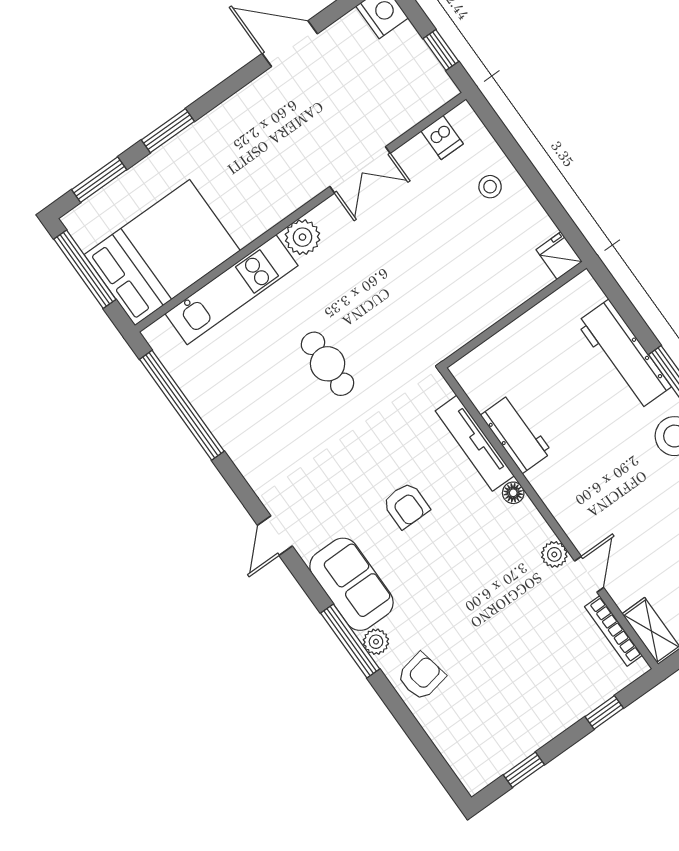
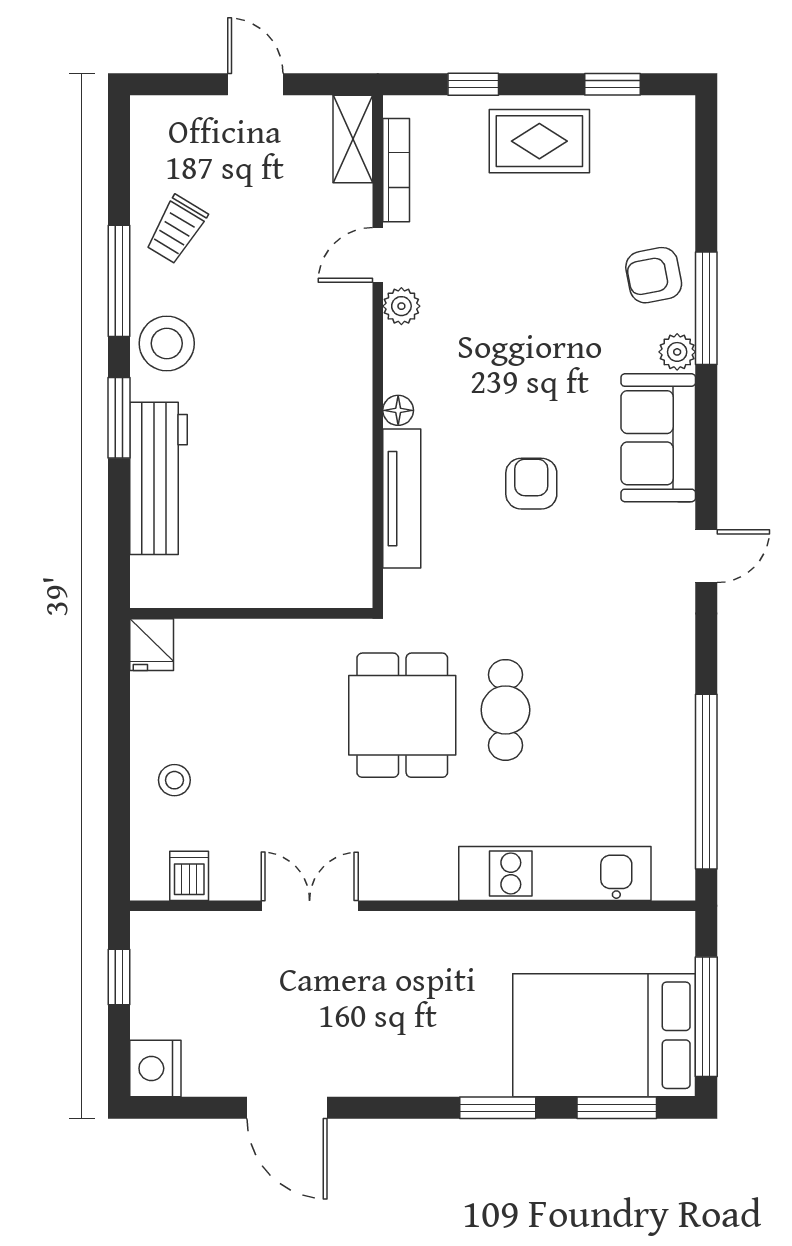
plant: (302, 237) -> (431, 876), removed
bed: (162, 253) -> (604, 1035), moved
dining table: (385, 318) -> (402, 715), added
workbench: (516, 434) -> (346, 476), removed
window: (350, 641) -> (706, 308), moved
rug: (543, 707) -> (539, 141), added

